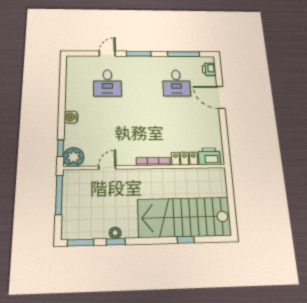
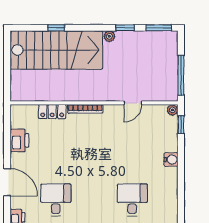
printer: (209, 156) -> (19, 140), moved, turned -90
plant: (73, 157) -> (172, 110), width x0.53, depth x0.53
plant: (115, 233) -> (109, 36), moved

